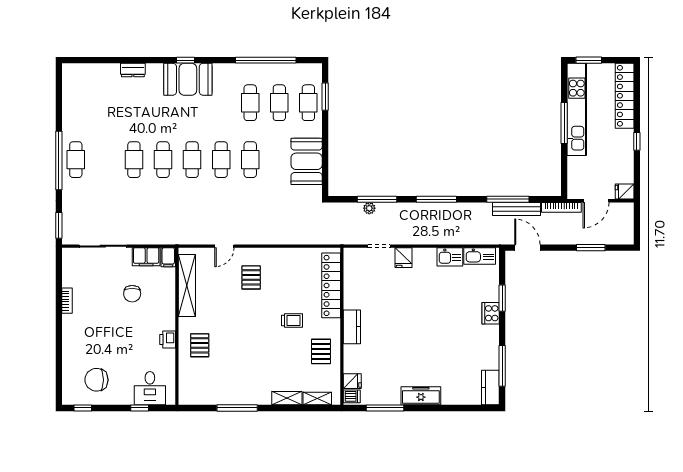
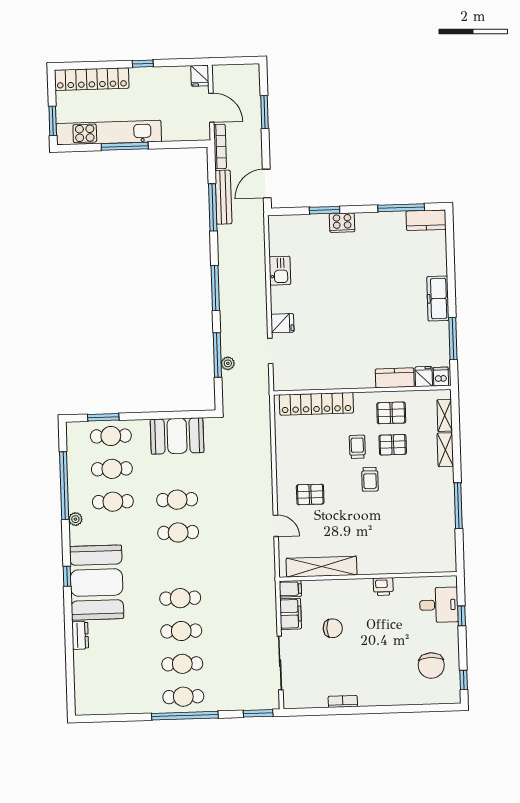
plant: (236, 69) -> (75, 519), added
booth: (188, 79) -> (97, 583), width x1.36, depth x1.42
cafe table: (192, 160) -> (182, 664), moved
kitchen sink: (480, 256) -> (278, 237), removed
kitchen counter: (352, 327) -> (395, 378), moved
trolley: (263, 331) -> (370, 479), added
pallet: (200, 345) -> (393, 445), moved

